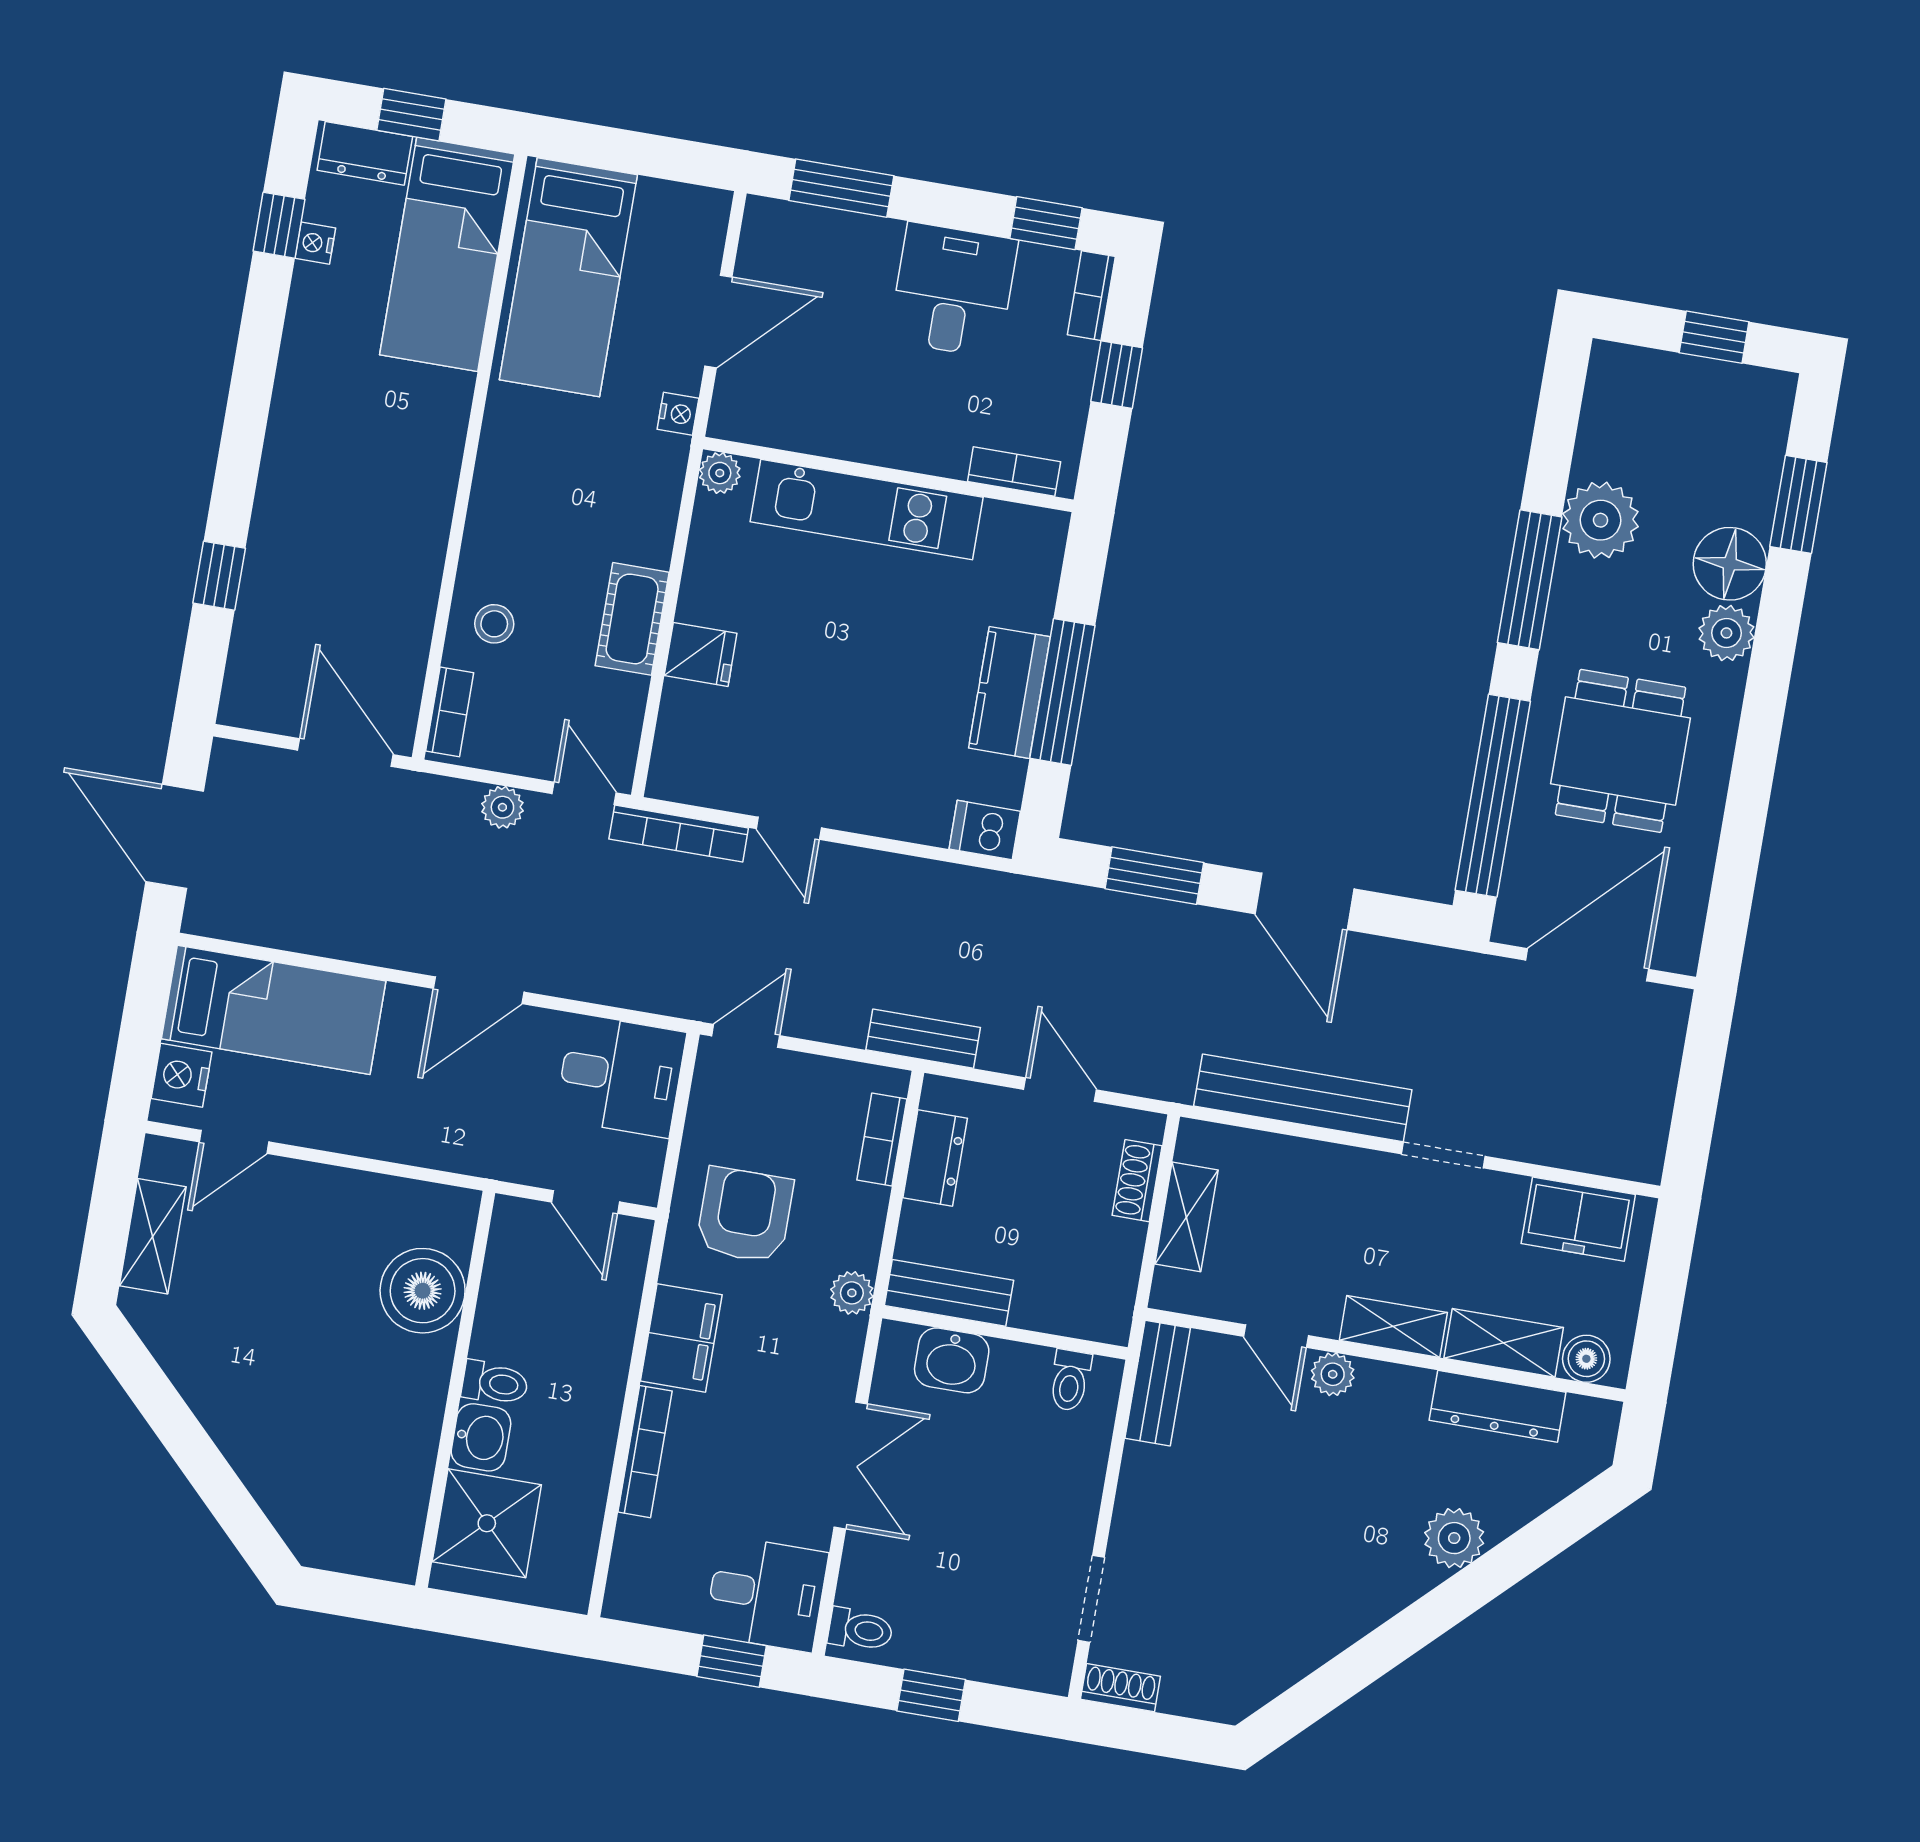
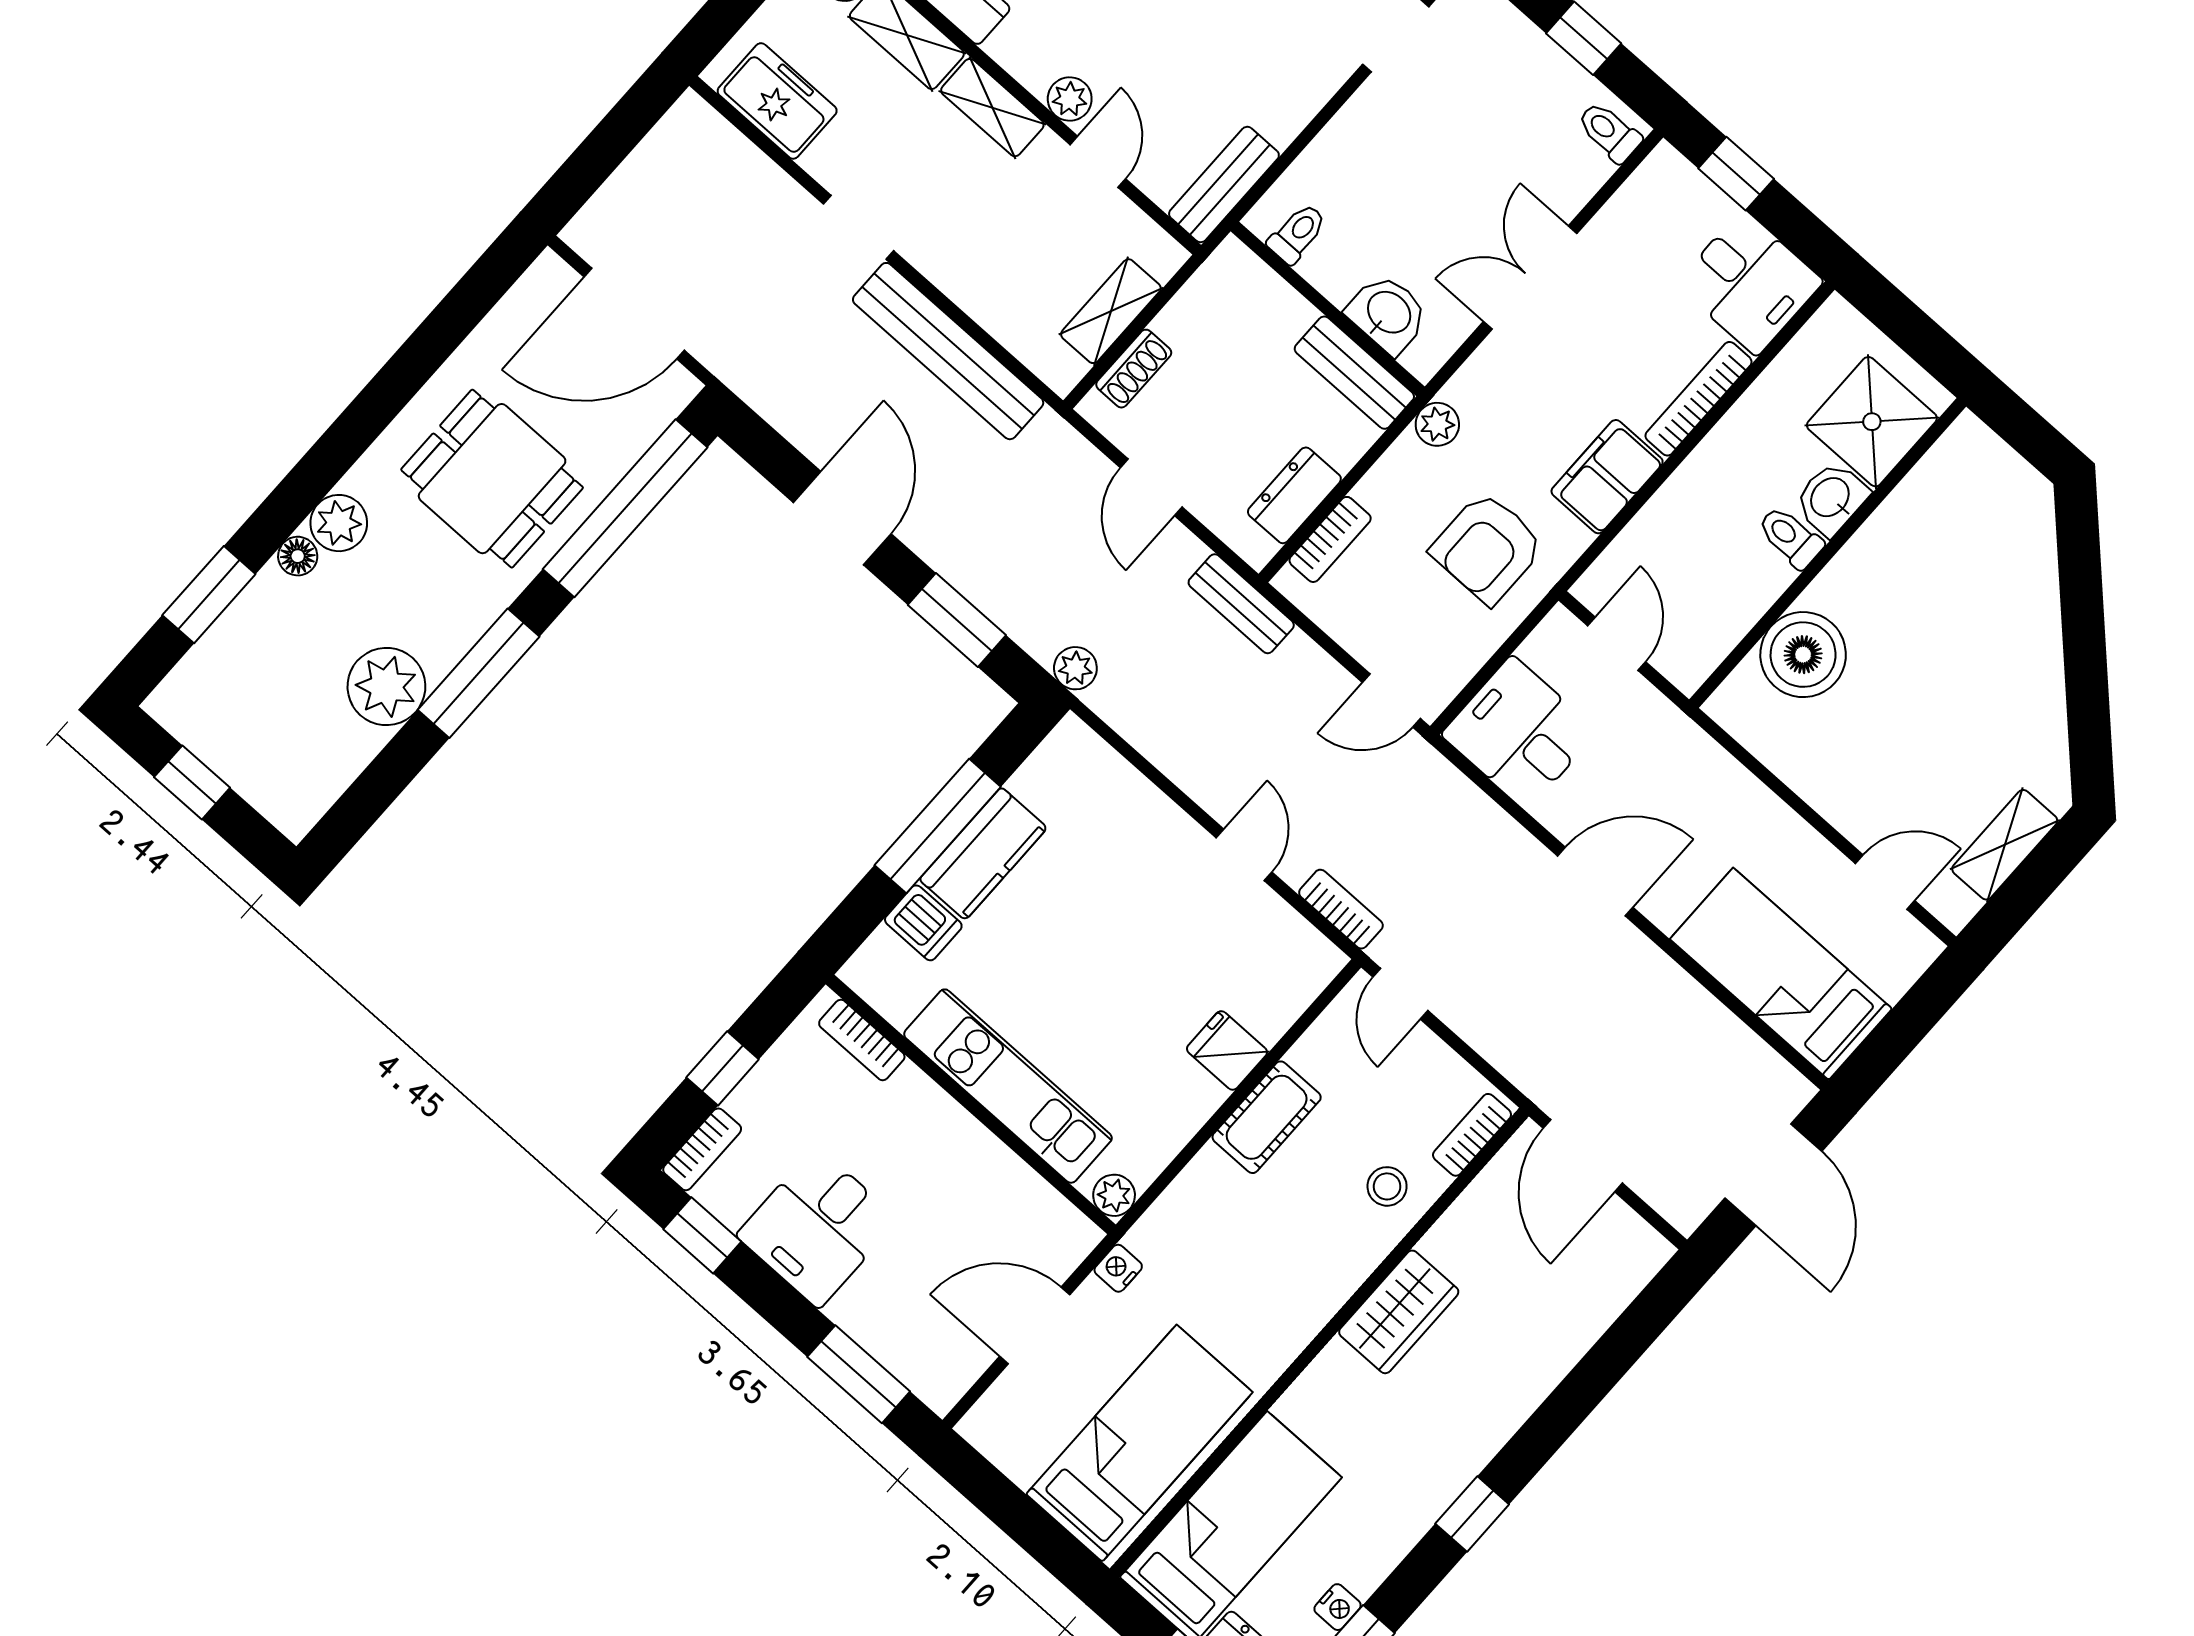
wardrobe: (418, 524) -> (1399, 1312), added
floor lamp: (1730, 564) -> (298, 556), width x0.53, depth x0.53
window: (219, 576) -> (1472, 1514), moved
dining table: (1620, 751) -> (492, 479), turned 90
plant: (502, 807) -> (1075, 668), moved
dishwasher: (985, 830) -> (923, 923), moved
bookcase: (679, 834) -> (1341, 909), width x0.64
nightstand: (182, 1075) -> (1894, 967), removed
desk: (766, 1594) -> (1749, 283), moved, turned 180

